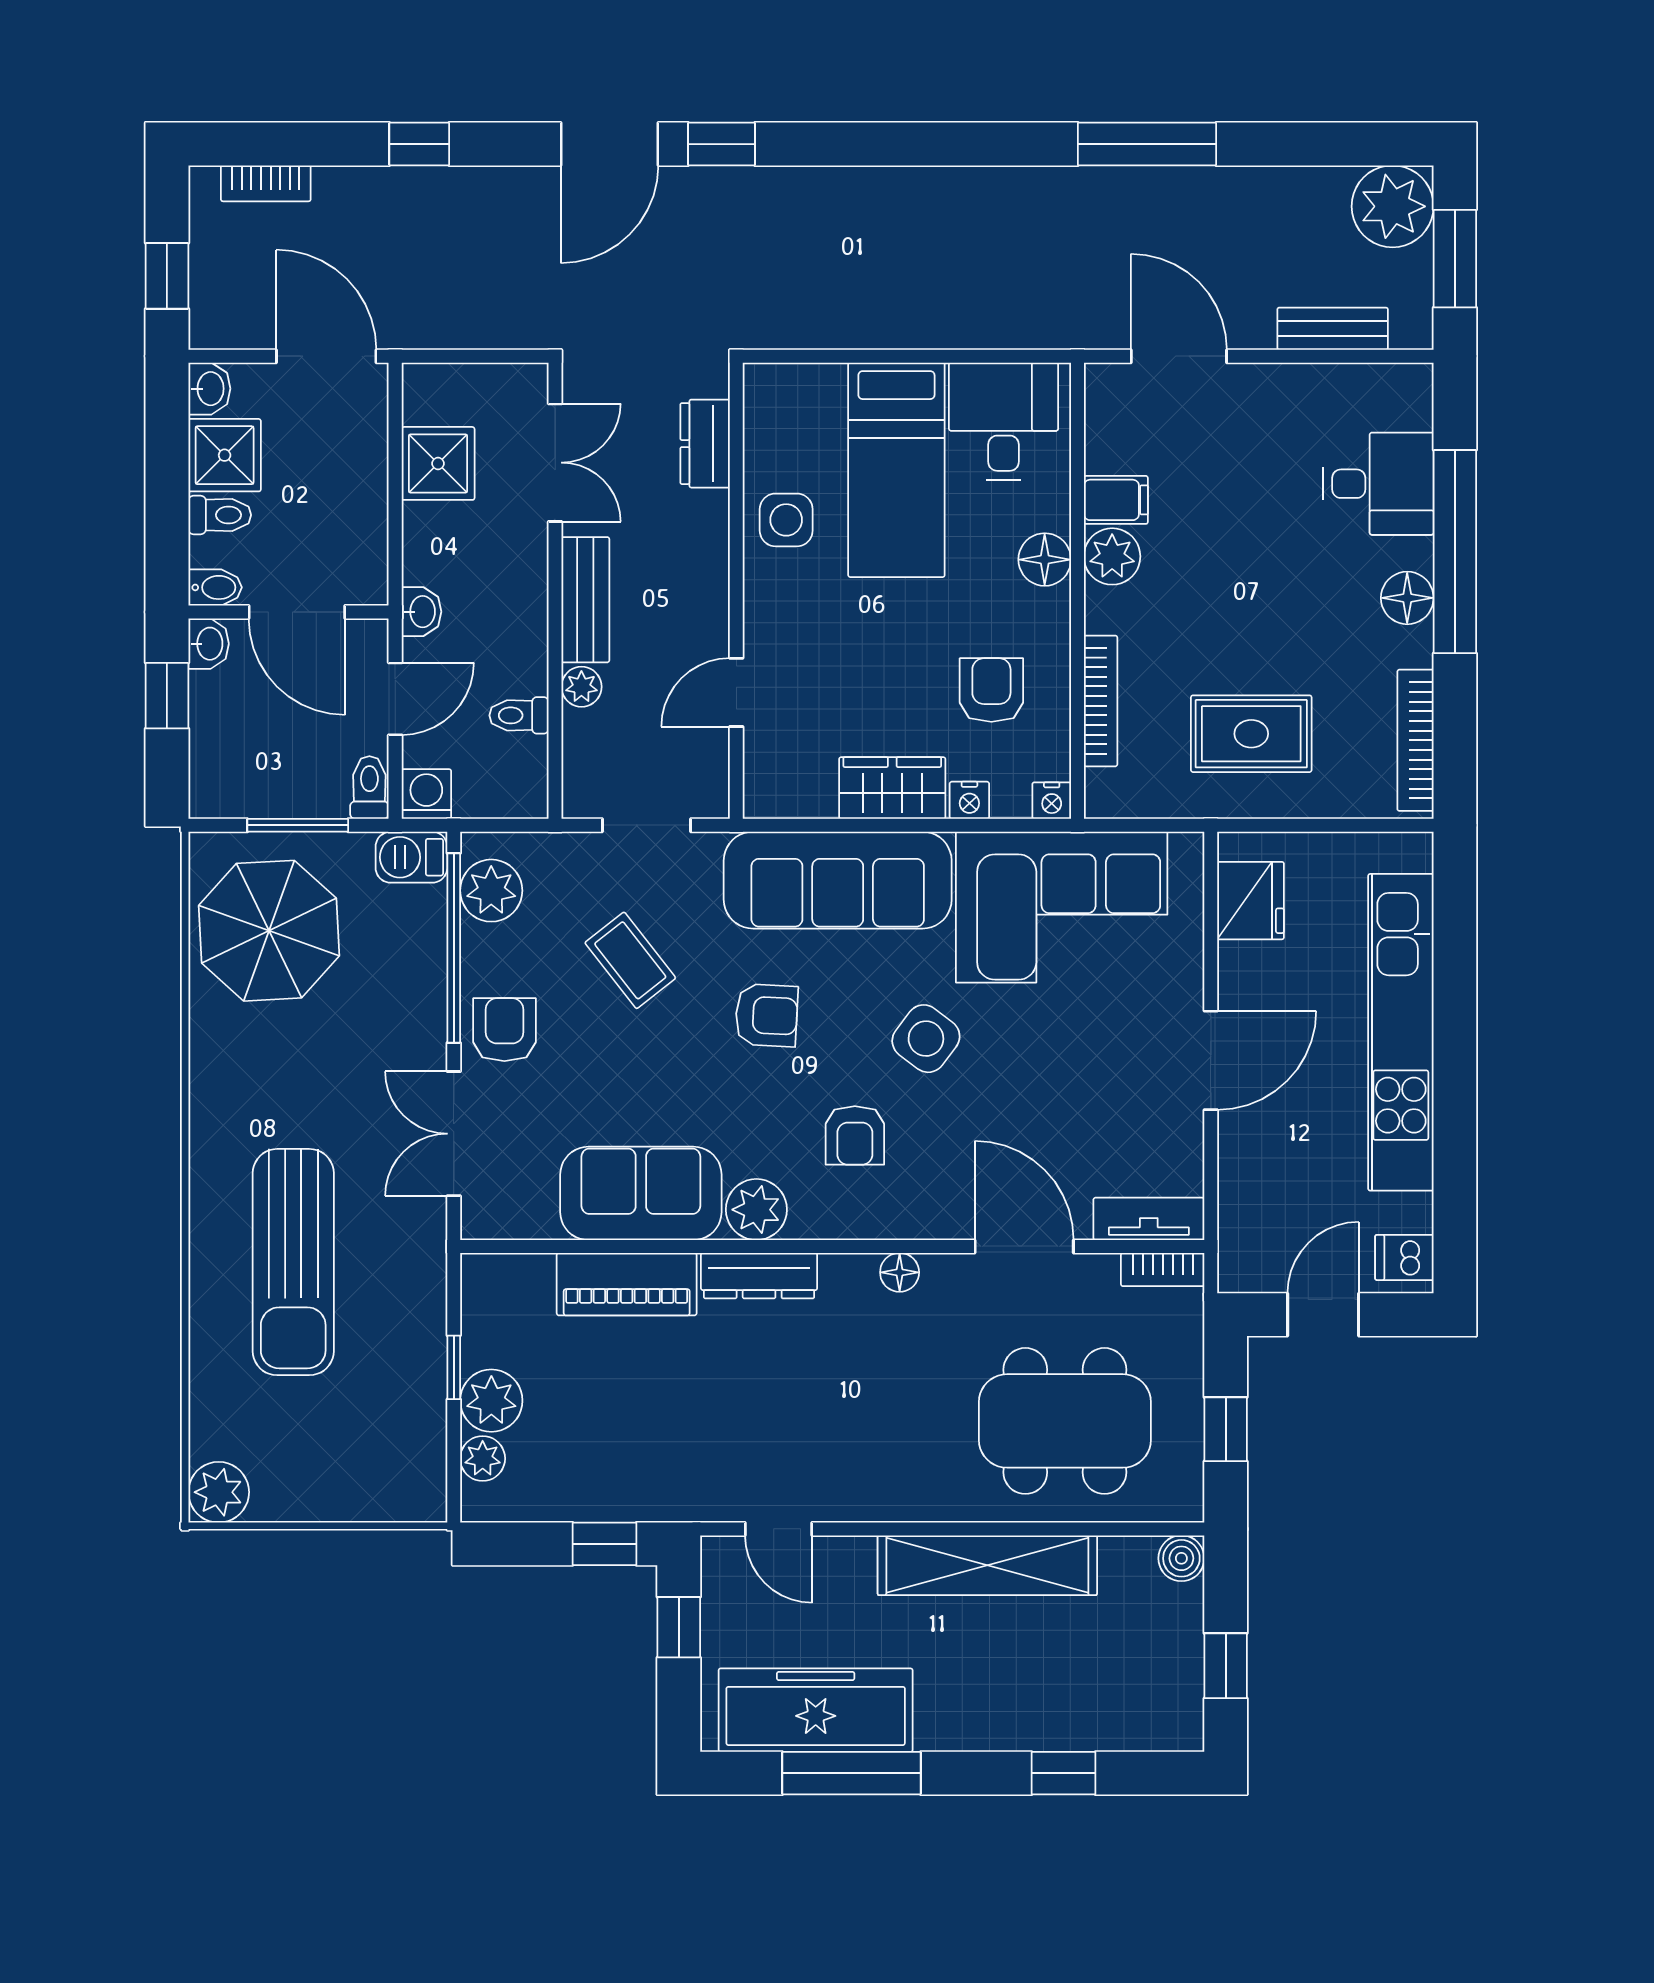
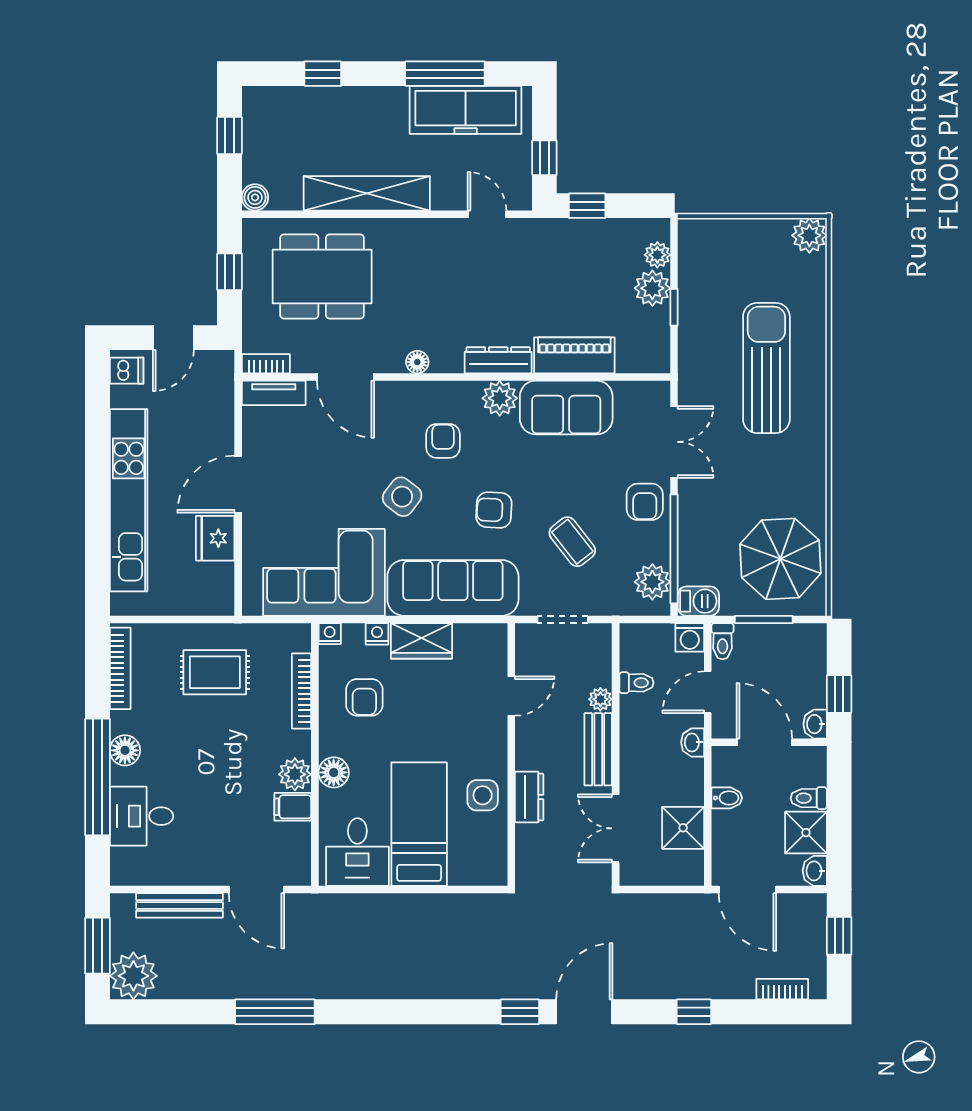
bench: (1333, 329) -> (180, 905), width x1.36
dresser: (705, 444) -> (529, 797), moved
bidet: (215, 587) -> (727, 798), moved, turned 180
fridge: (1251, 901) -> (215, 538), moved

